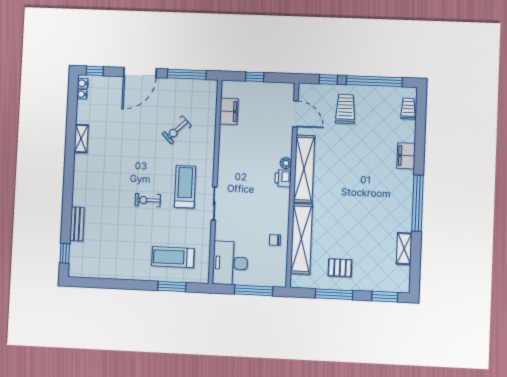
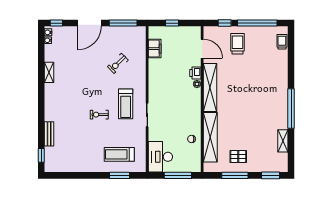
filing cabinet: (406, 156) -> (282, 75), removed
printer: (283, 178) -> (195, 73), moved
treadmill: (185, 187) -> (126, 104), turned 180

